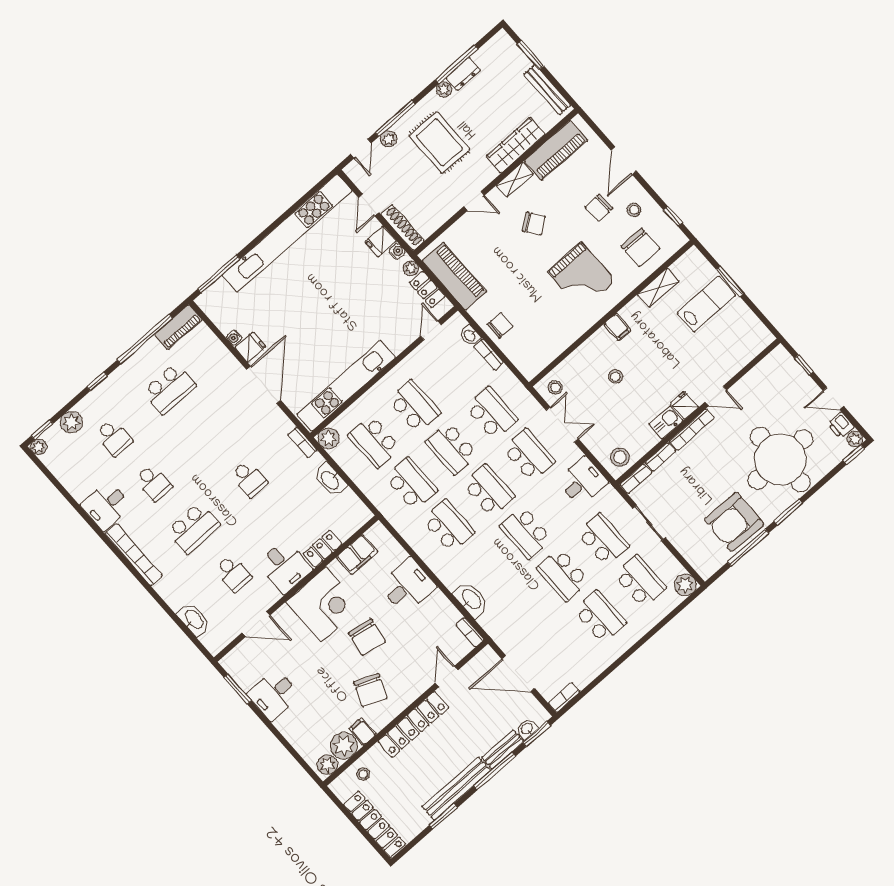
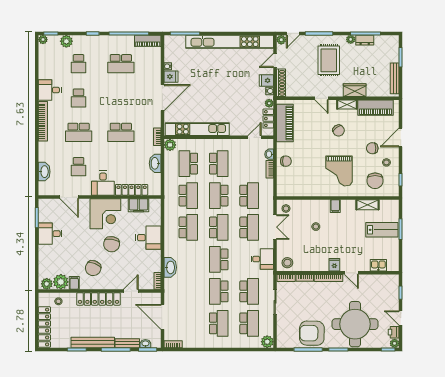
plant: (389, 139) -> (281, 40), moved
wardrobe: (516, 145) -> (355, 90), width x0.67
kitchen sink: (666, 422) -> (378, 265), moved
school desk: (249, 479) -> (121, 132), width x1.85
locker: (323, 549) -> (132, 190), width x1.53

